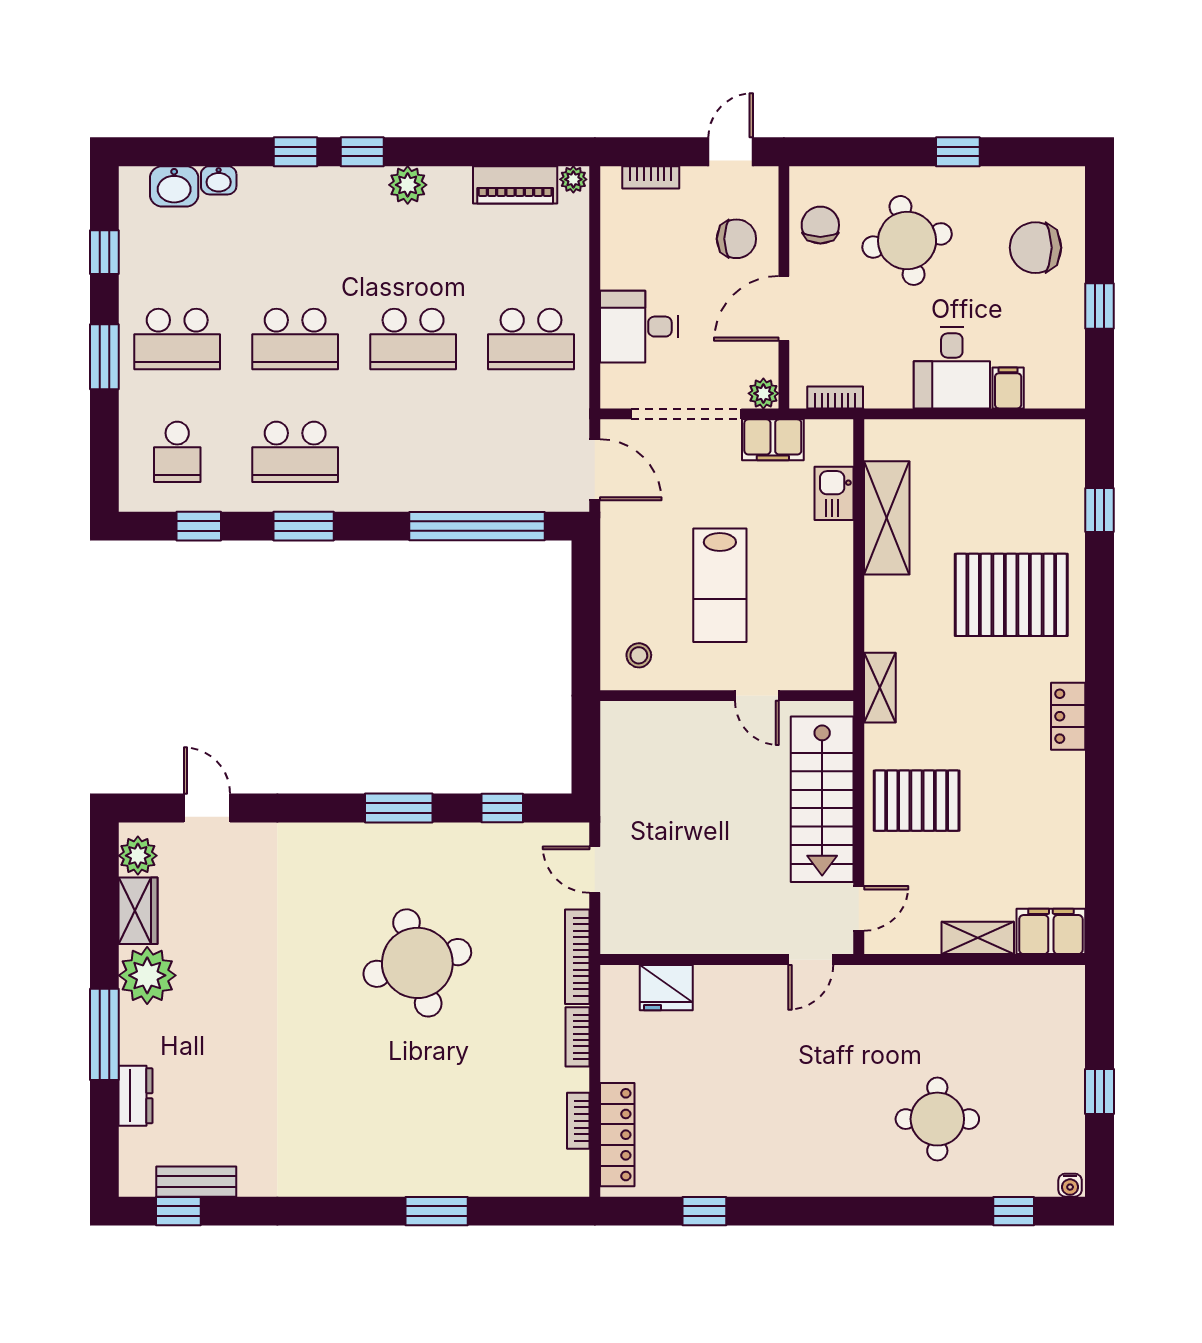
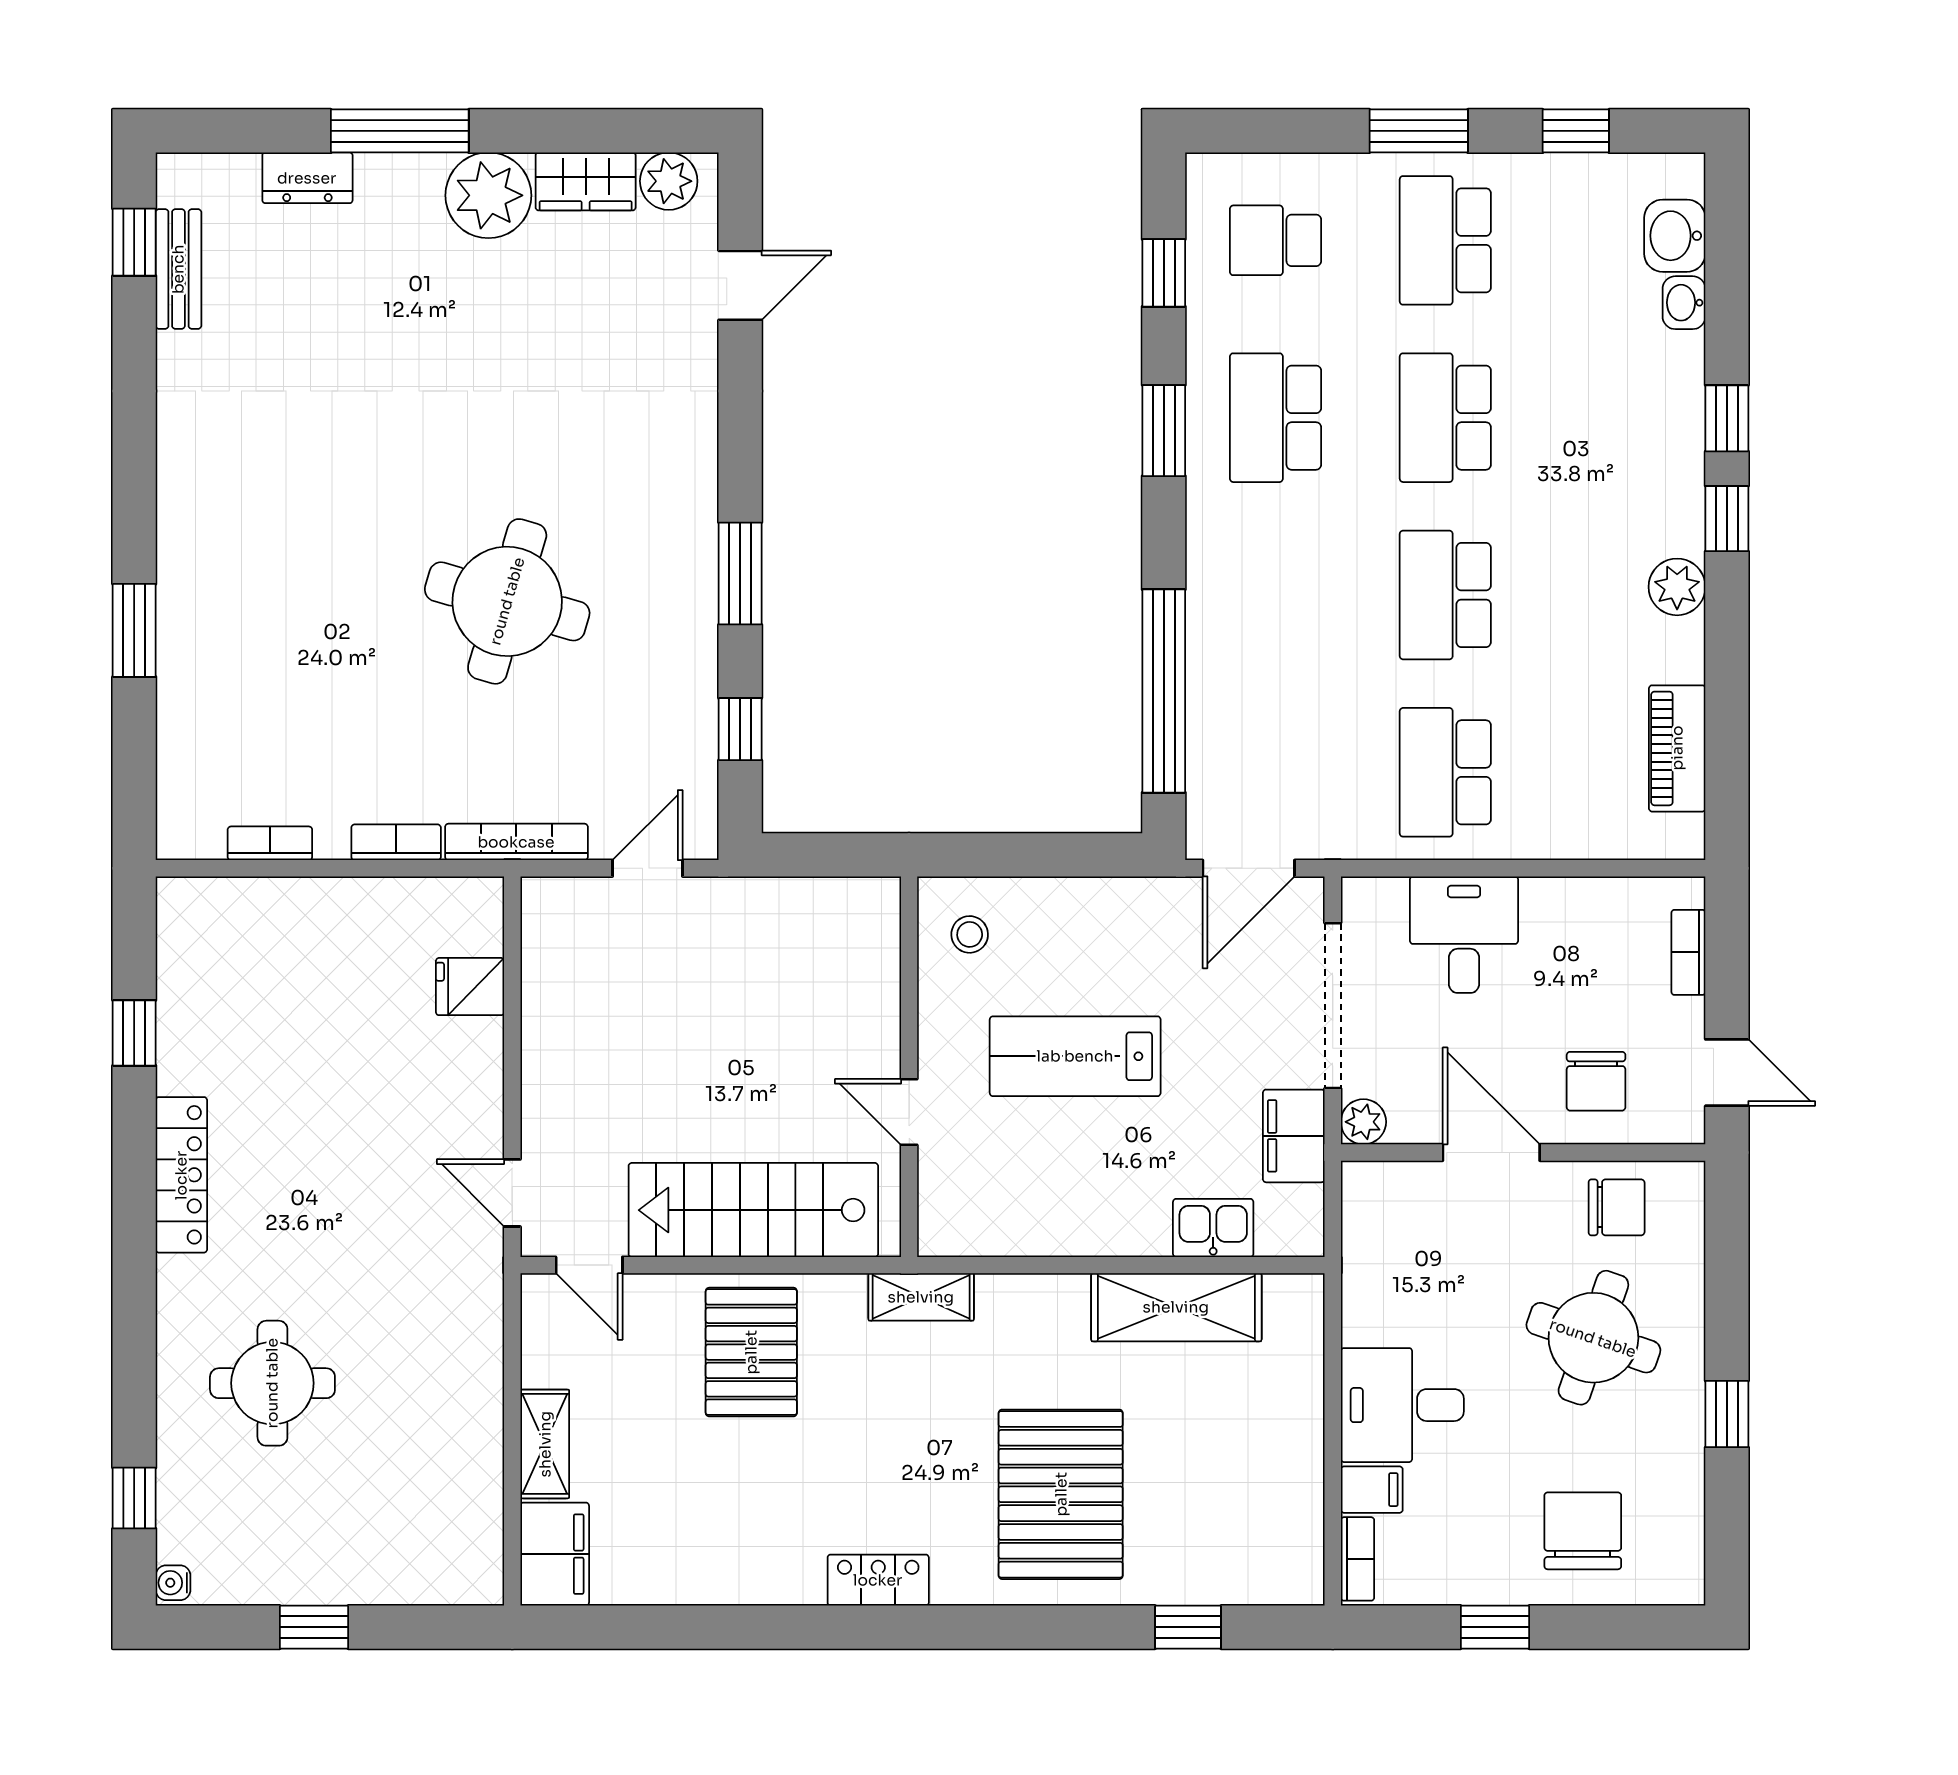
plant: (573, 179) -> (1685, 836), removed
round table: (907, 240) -> (1593, 1338), turned 30
bookcase: (835, 397) -> (1357, 1559), moved
door: (757, 696) -> (909, 1112), hinge flipped
round table: (417, 963) -> (507, 601), turned 31
fridge: (666, 988) -> (470, 987), width x0.72
locker: (617, 1135) -> (181, 1175), moved, turned -90

